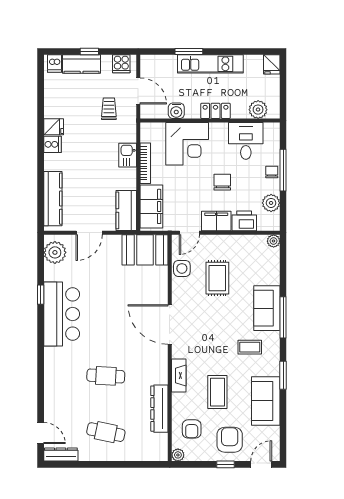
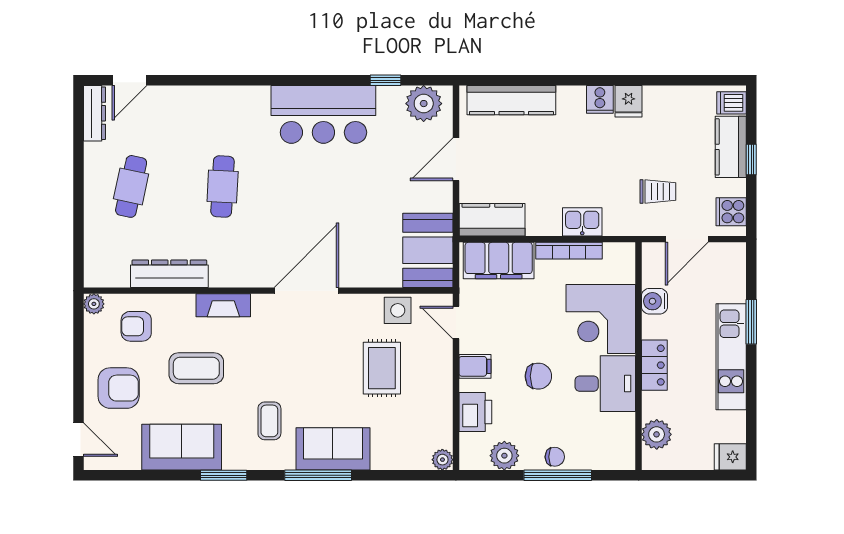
desk: (246, 141) -> (605, 384), moved
filing cabinet: (216, 221) -> (475, 366), width x0.50
door: (89, 233) -> (456, 159), hinge flipped
rug: (217, 278) -> (382, 368), turned 90
window: (41, 295) -> (385, 80), moved
window: (226, 464) -> (79, 381), removed

